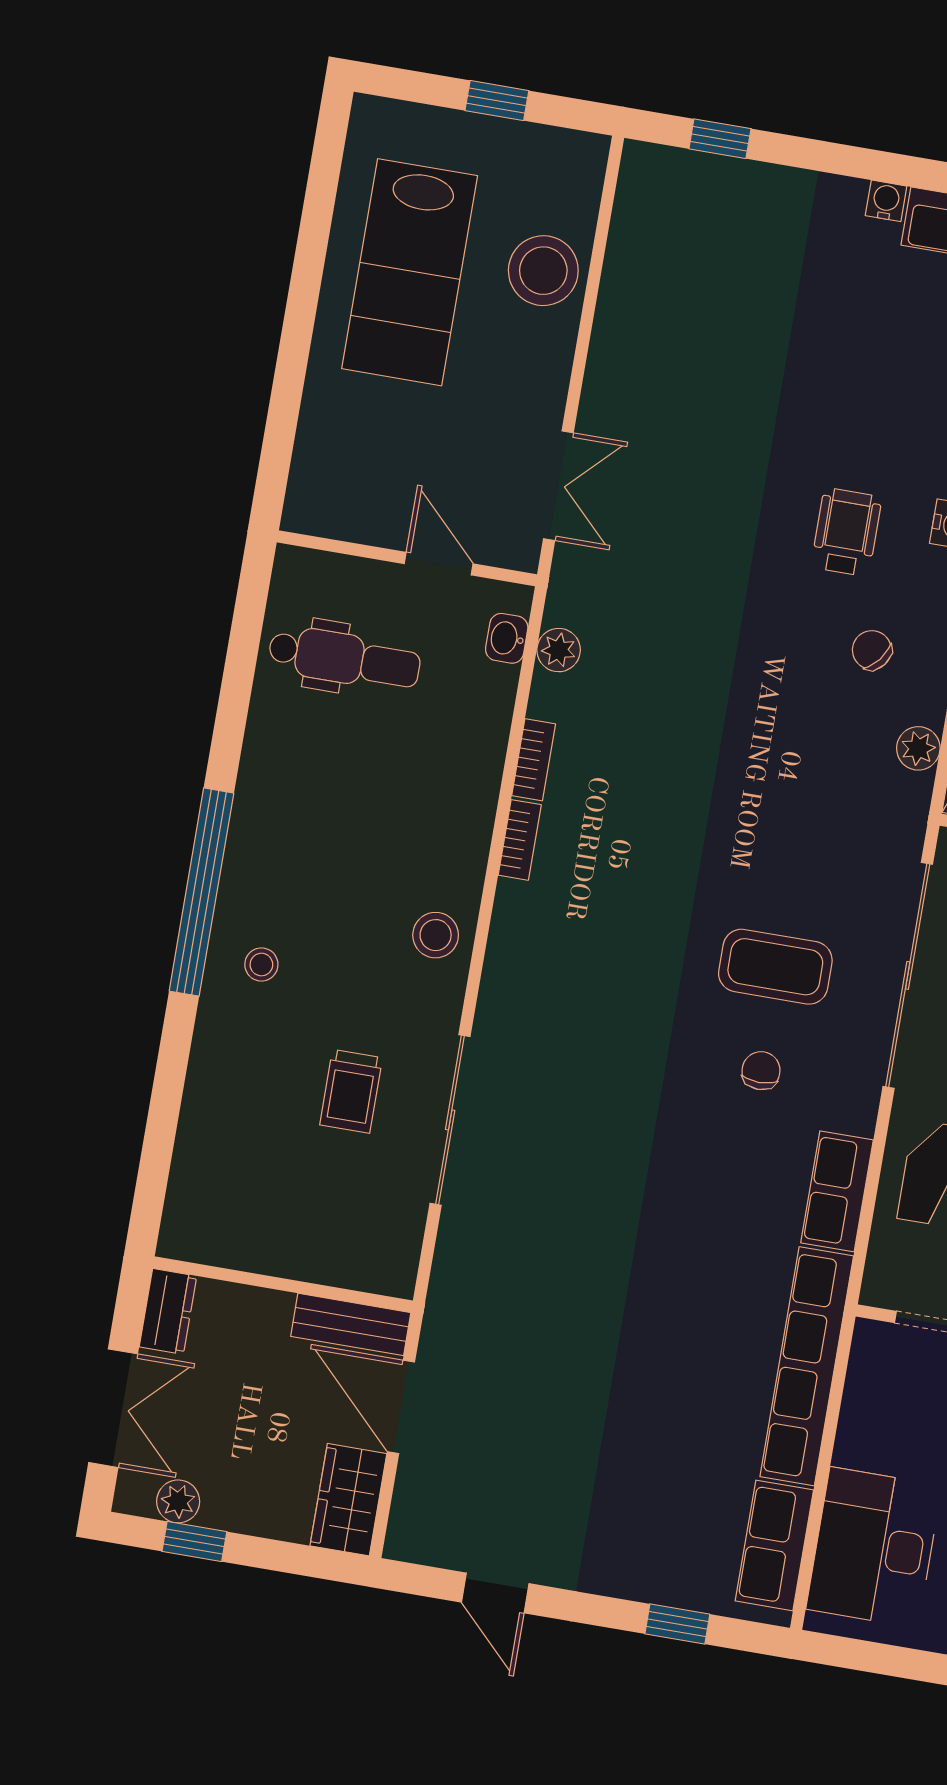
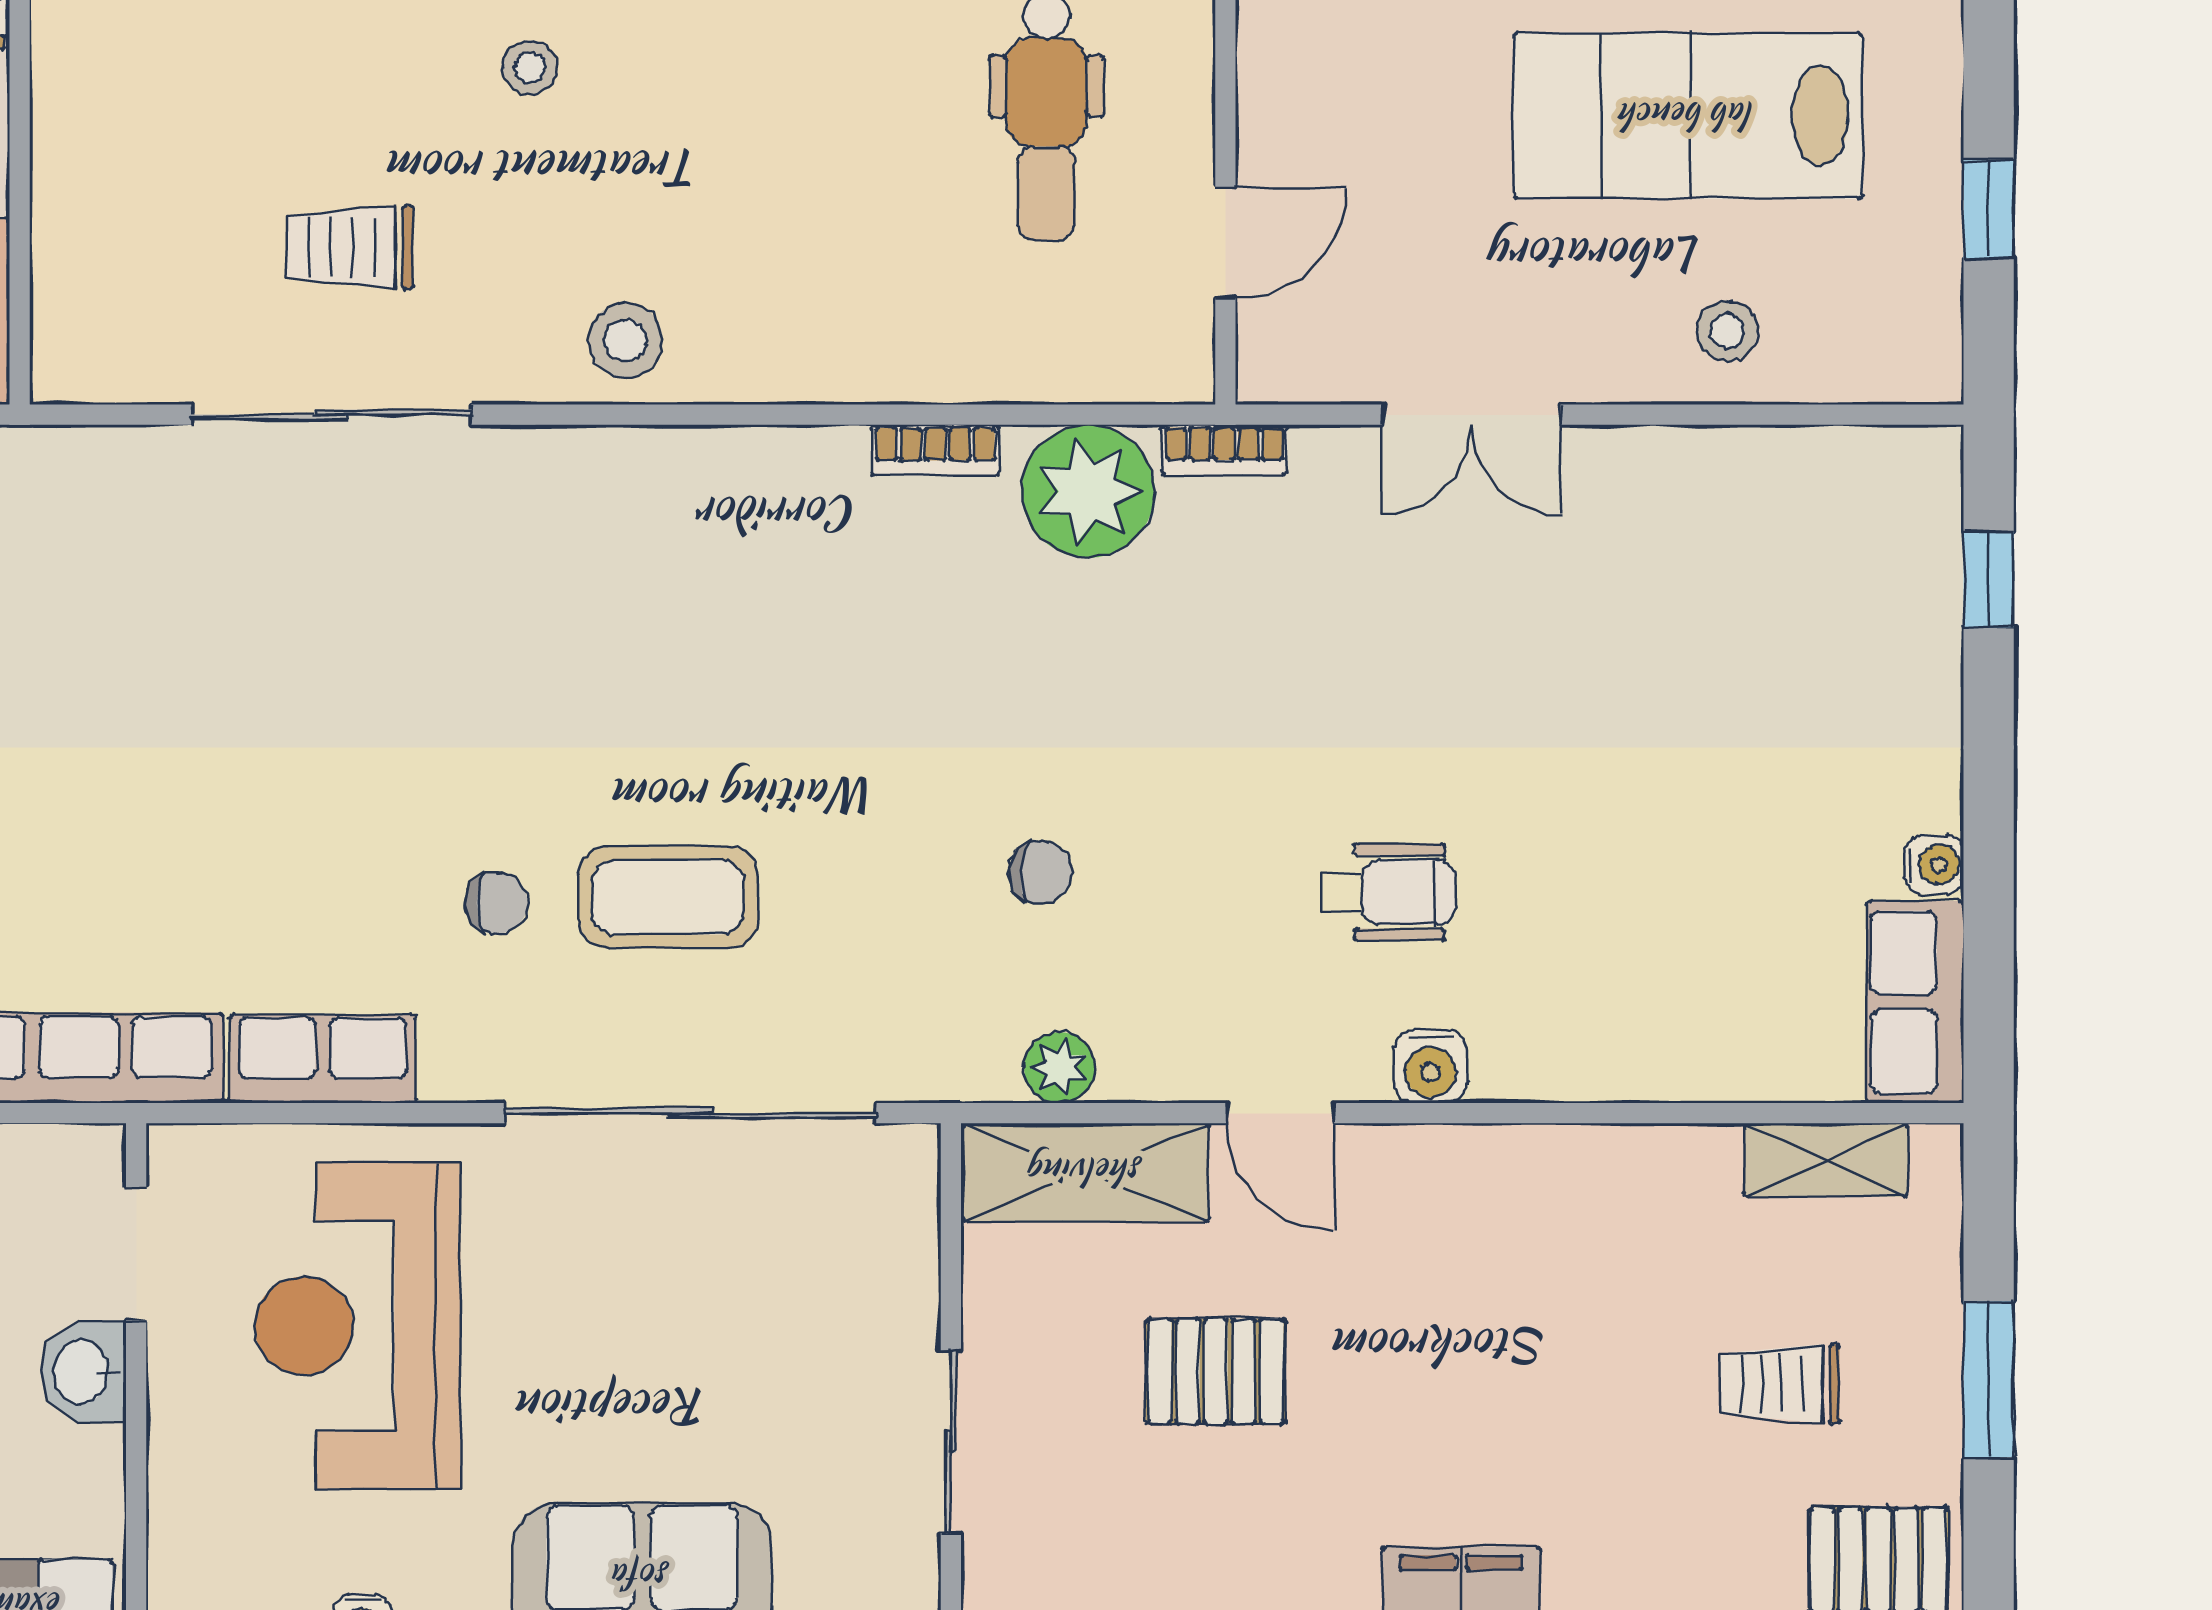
stool: (543, 271) -> (1727, 331), width x0.53, depth x0.53
double door: (558, 486) -> (1471, 415), moved
washbasin: (507, 638) -> (1124, 373), removed
plant: (559, 650) -> (1088, 491), width x1.88, depth x1.88
chair: (872, 650) -> (1041, 873), moved, turned 58
bookcase: (520, 840) -> (1224, 450), moved
coffee table: (775, 967) -> (668, 897), turned 90

